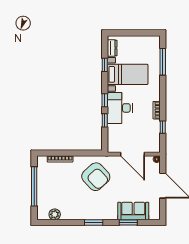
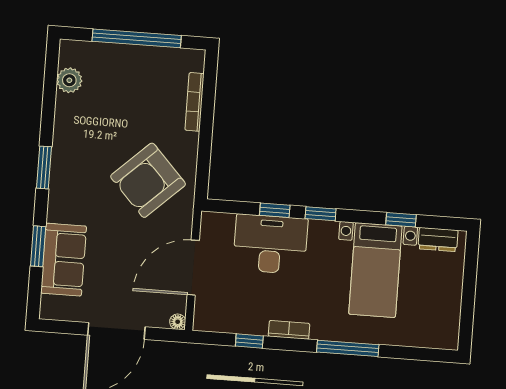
window: (163, 62) -> (348, 348), moved
desk: (120, 108) -> (270, 244), moved

